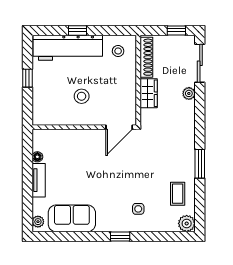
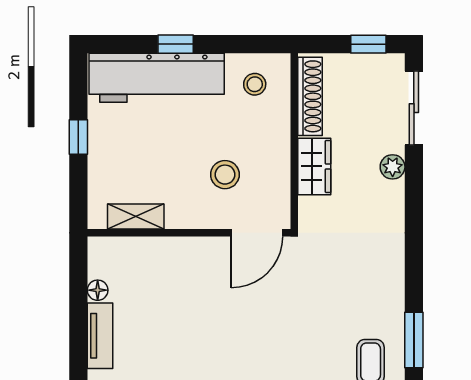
stool: (82, 96) -> (225, 175), moved
shelving: (57, 119) -> (136, 217), added
window: (200, 164) -> (414, 340), moved

